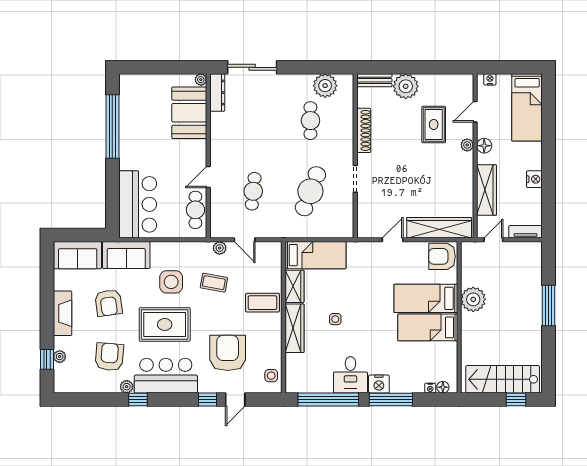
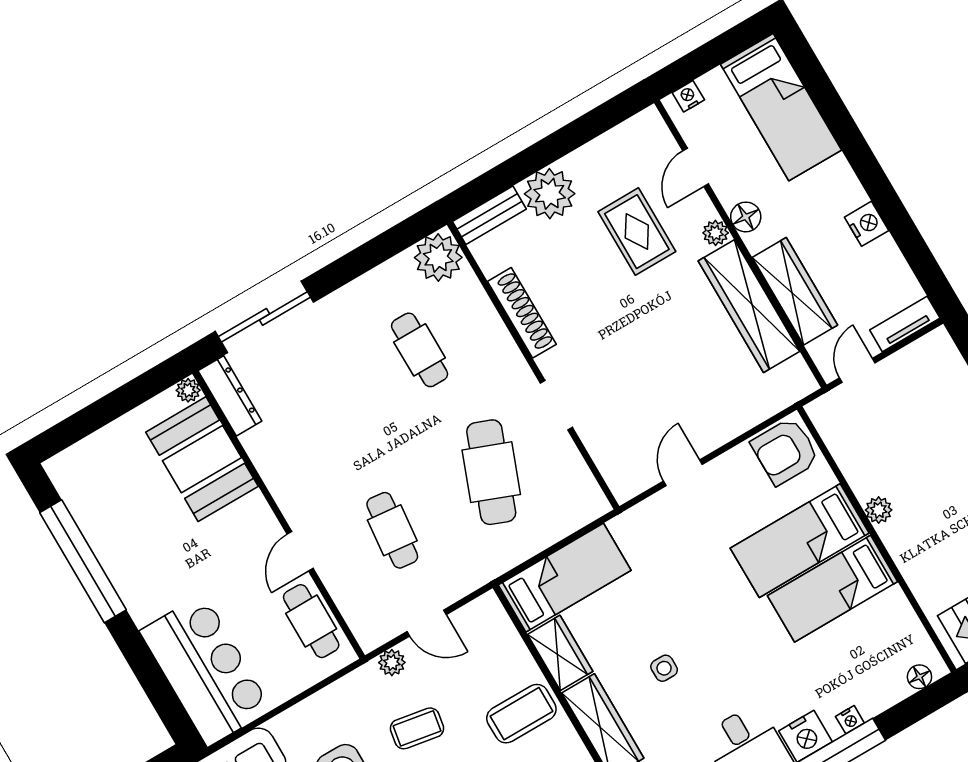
plant: (325, 86) -> (438, 257), moved
wardrobe: (439, 228) -> (749, 306), moved, turned -90
plant: (473, 299) -> (879, 510), width x0.53, depth x0.53
nightstand: (430, 388) -> (850, 720), moved

